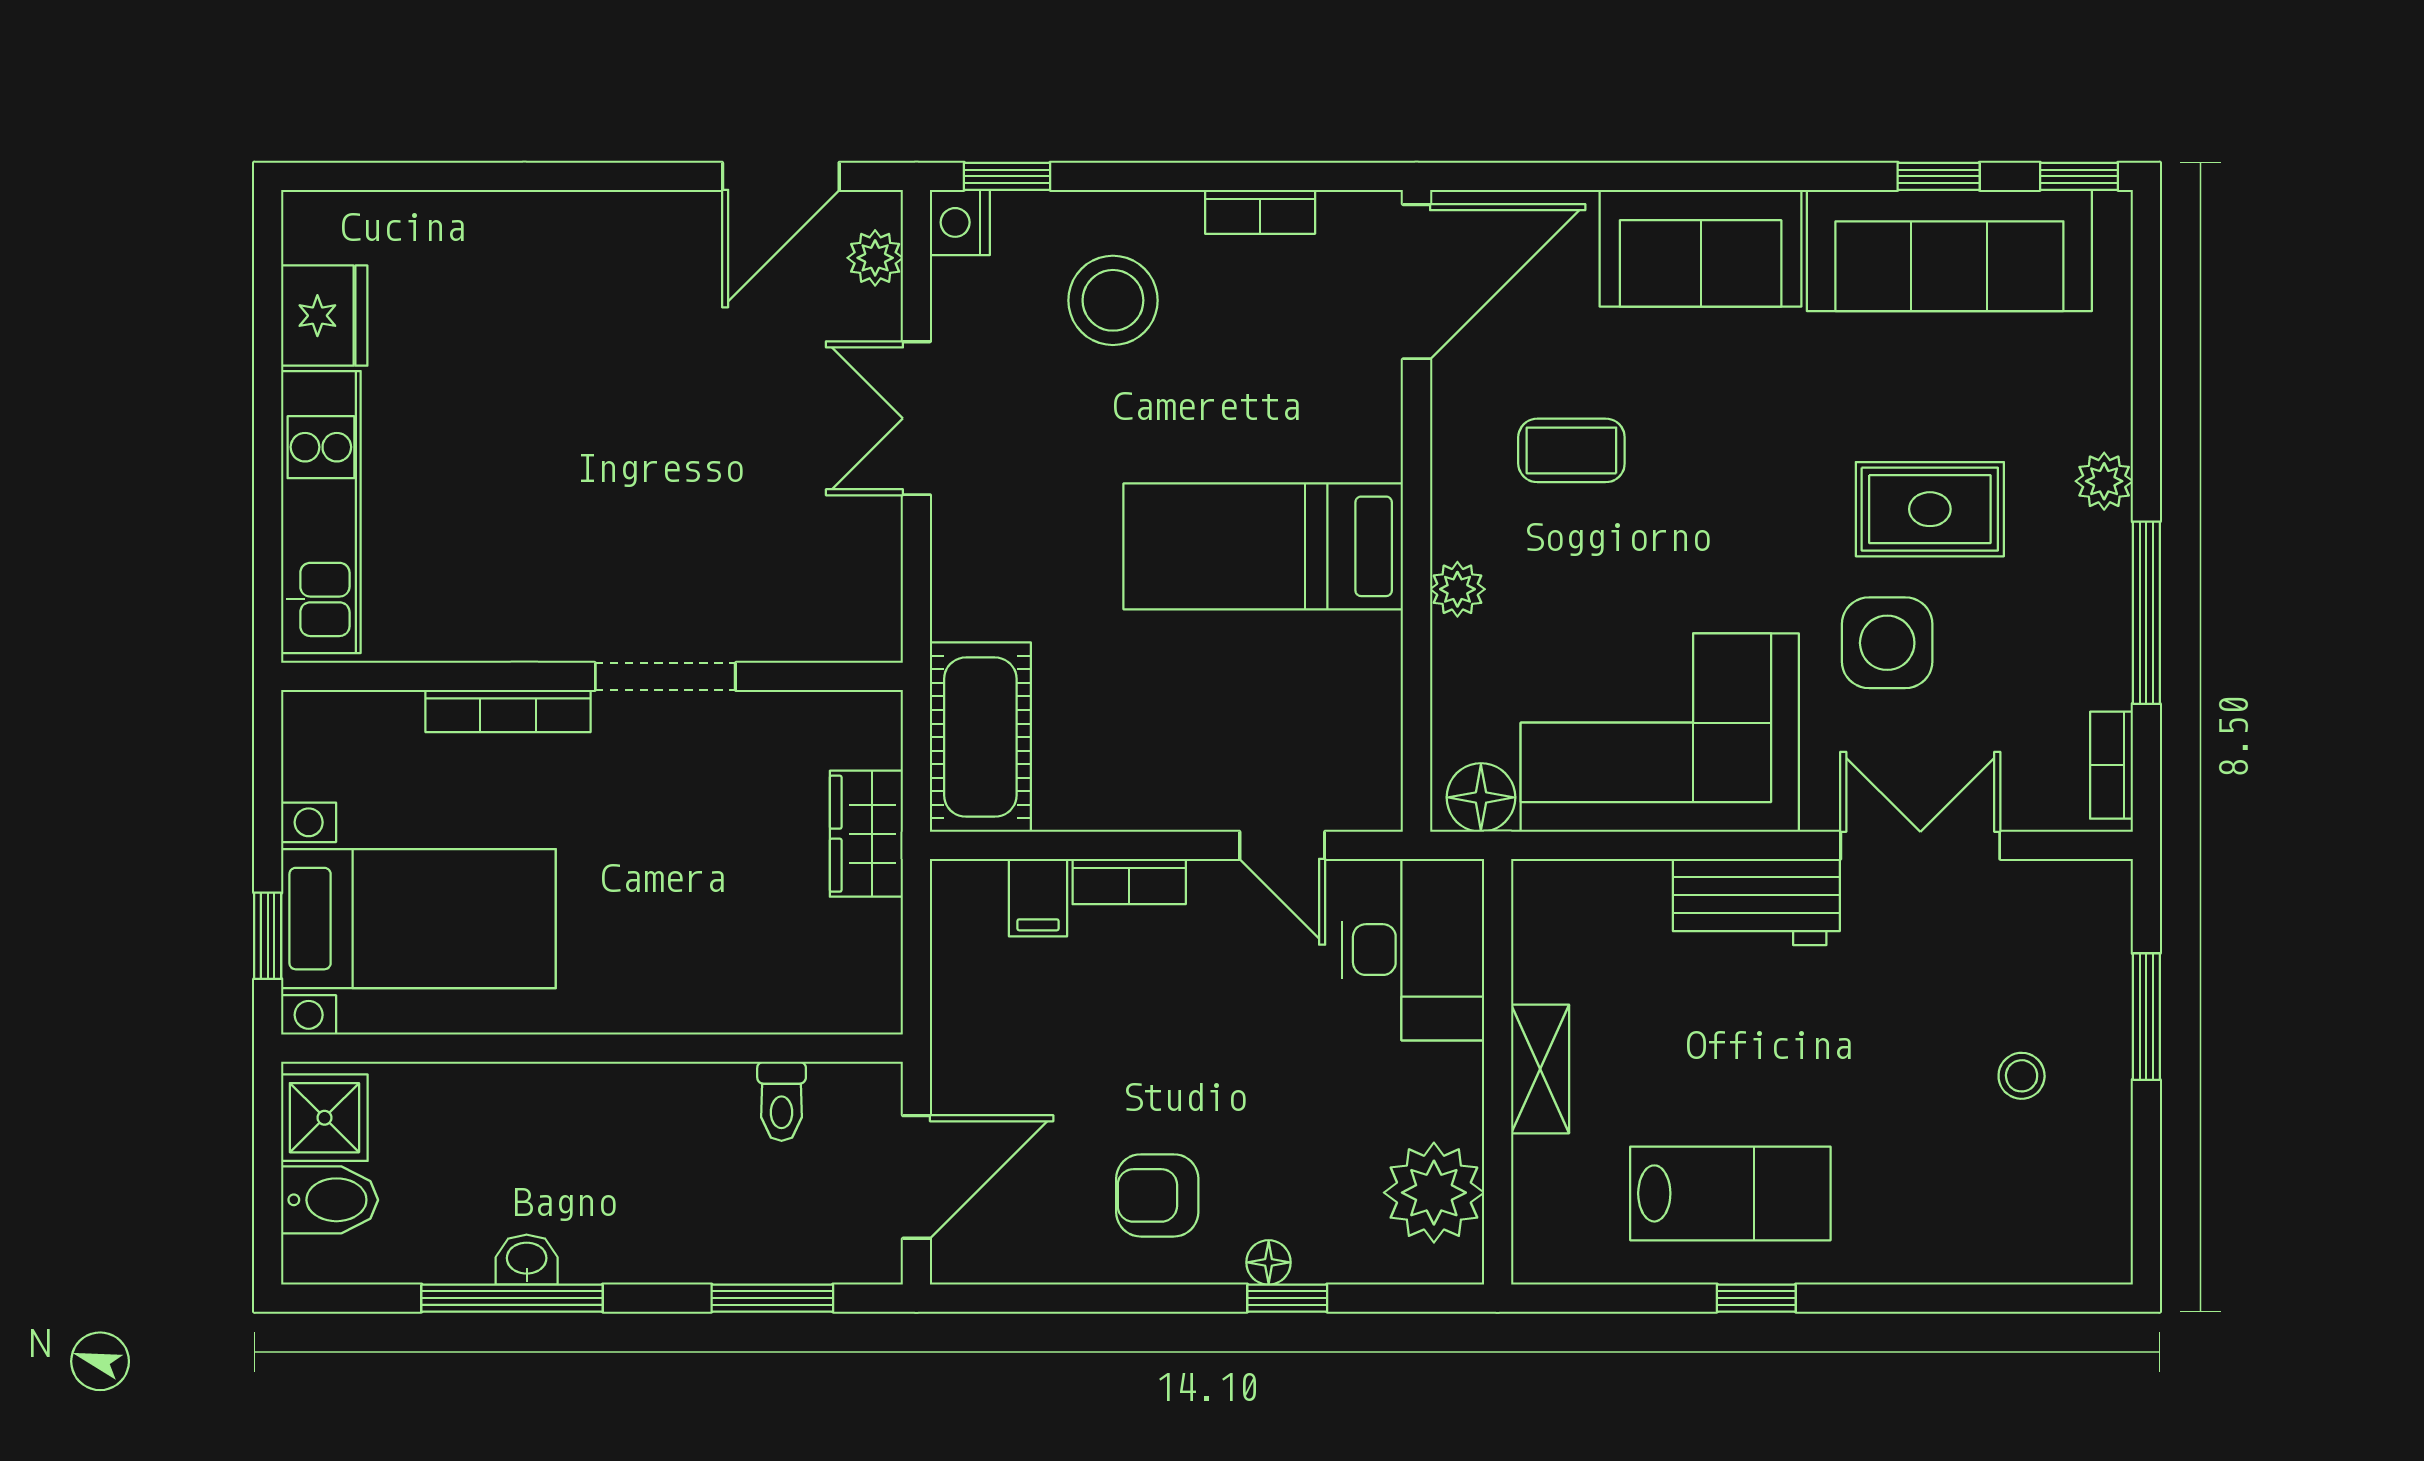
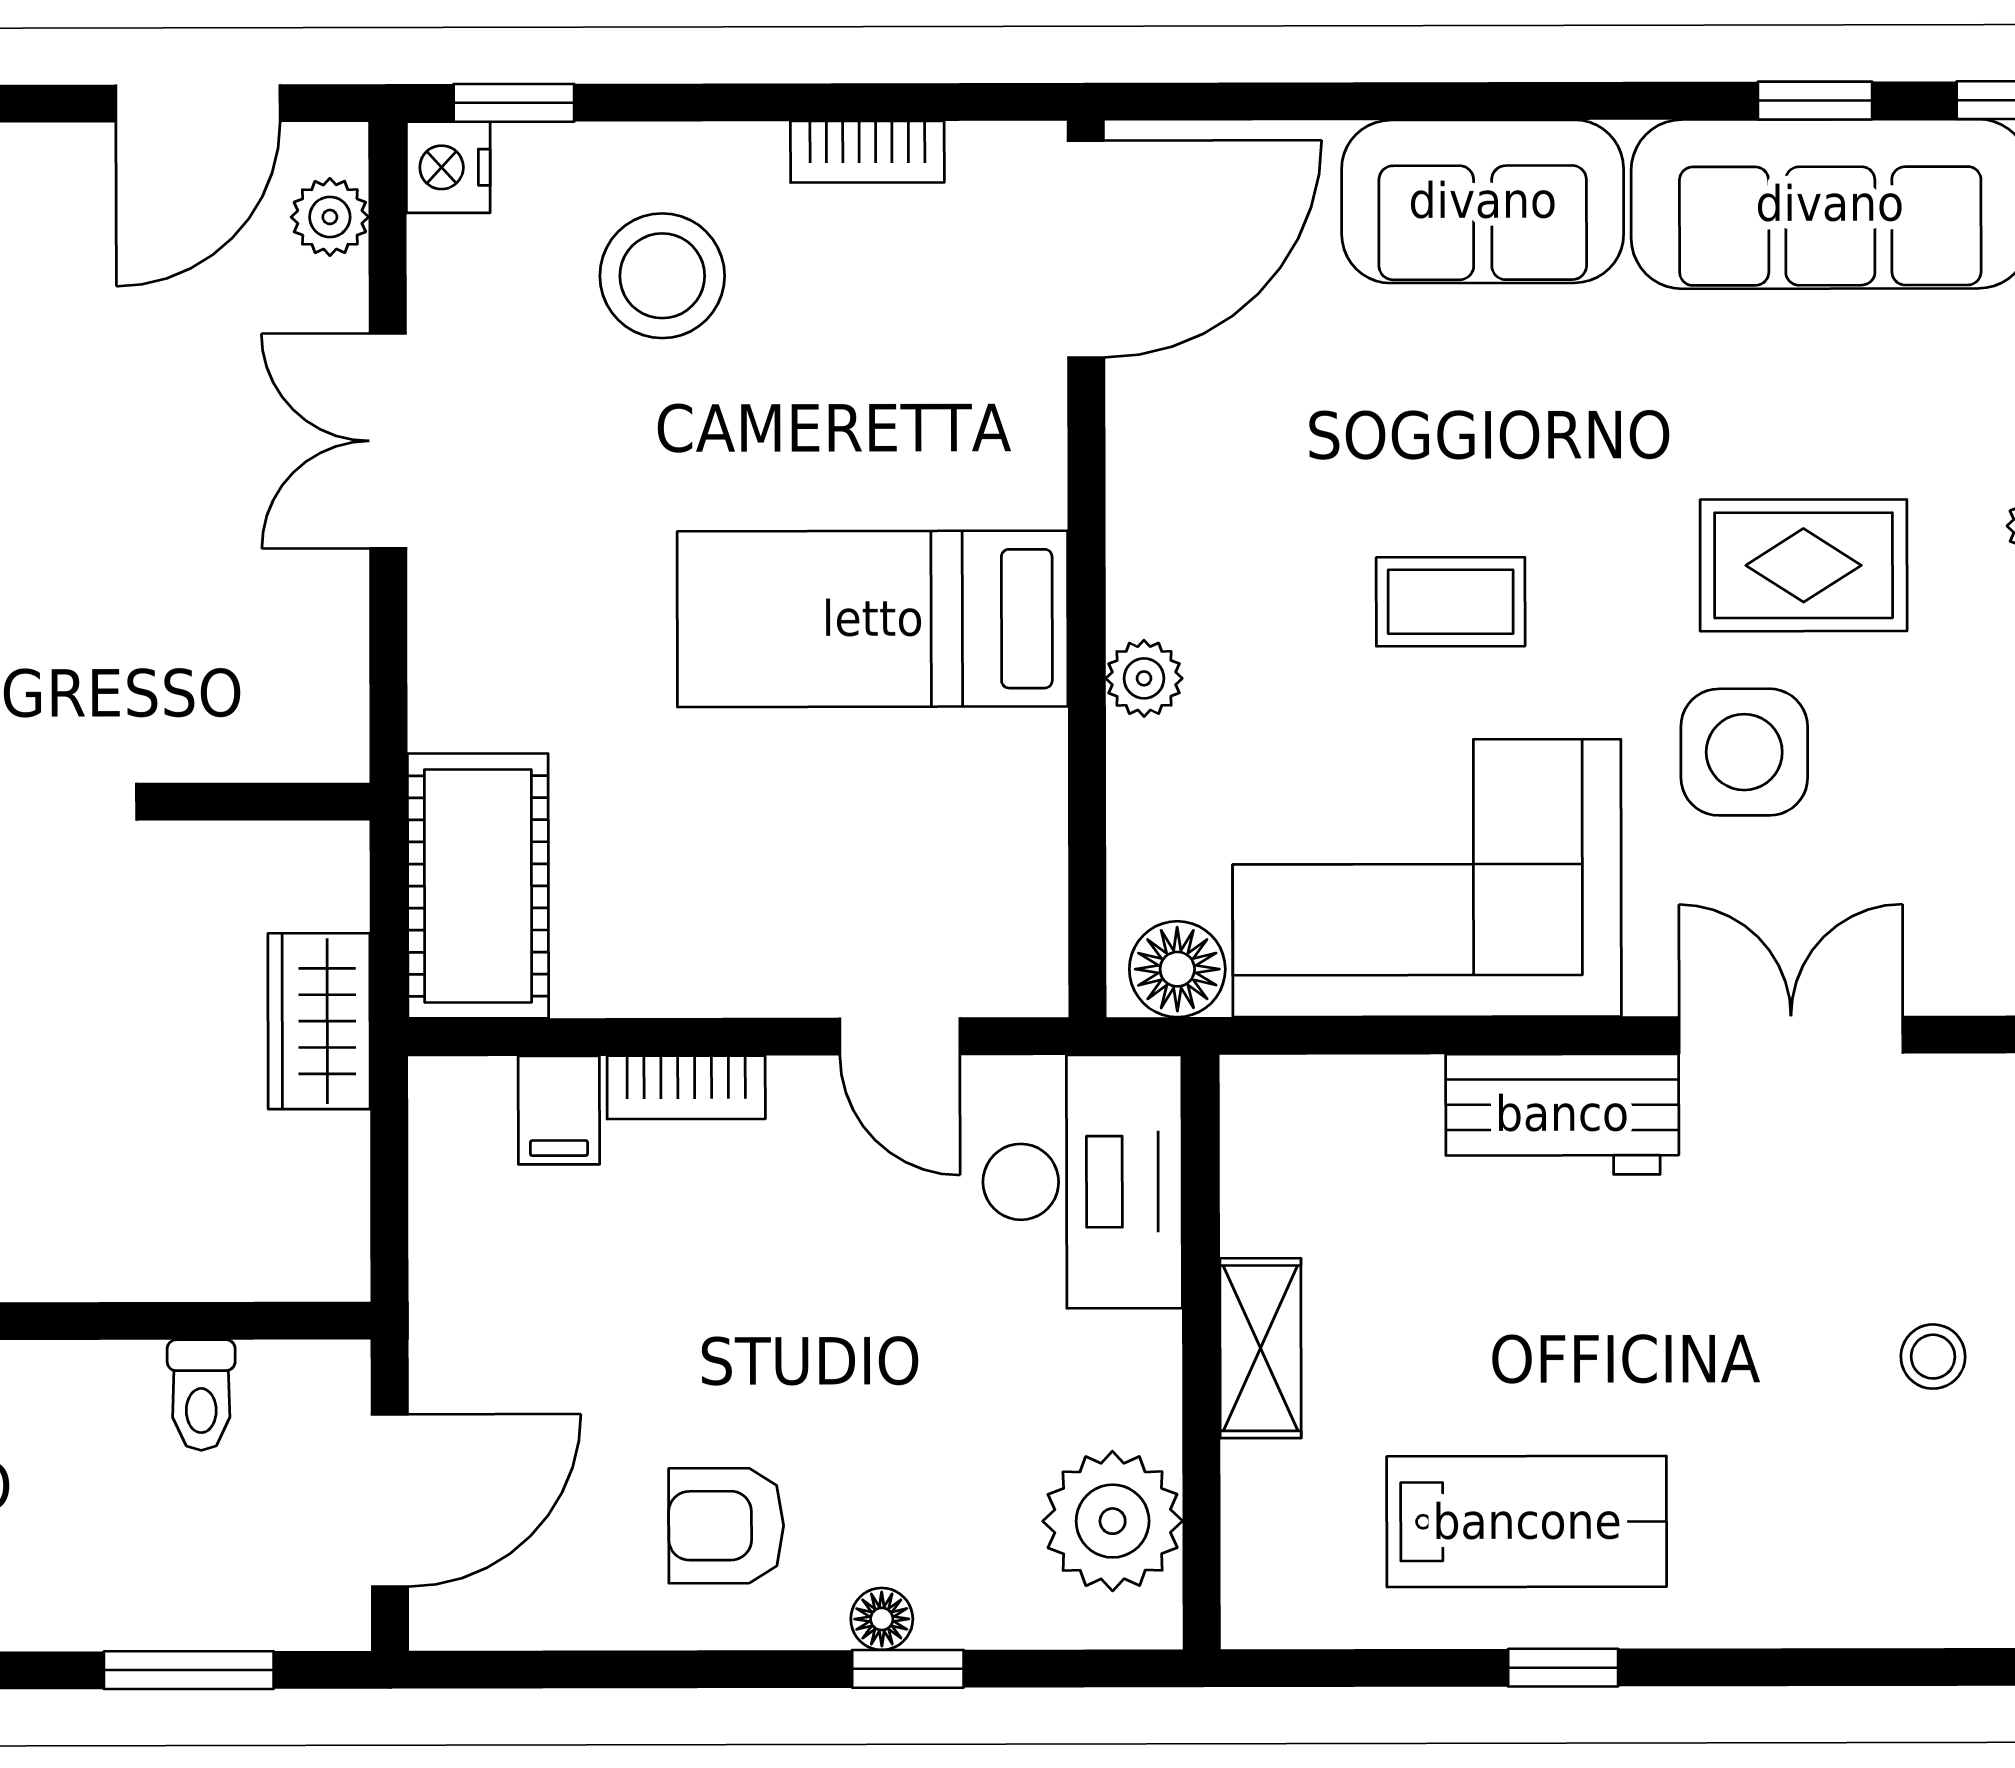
coffee table: (1571, 450) -> (1451, 602), moved

